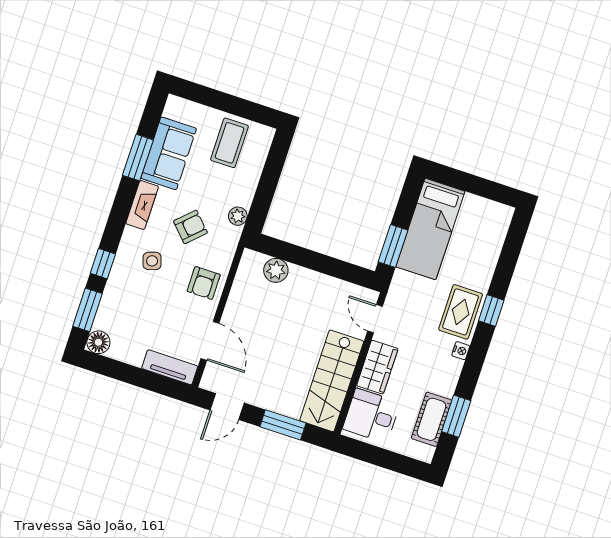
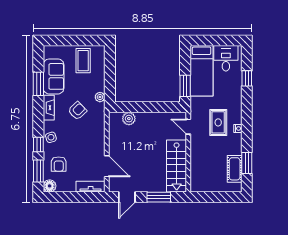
side table: (152, 261) -> (51, 137), moved
armchair: (204, 283) -> (59, 164), moved
window: (491, 310) -> (247, 78), moved
rug: (461, 312) -> (218, 122), moved
wardrobe: (377, 367) -> (198, 151), removed
desk: (371, 416) -> (226, 58), moved, turned 90

